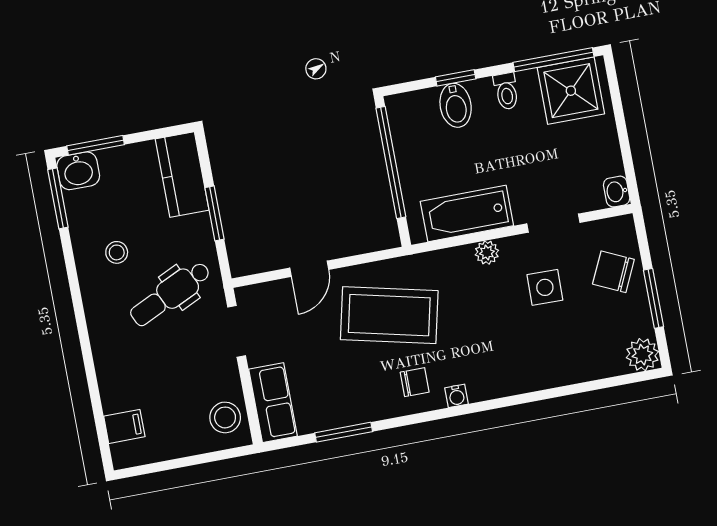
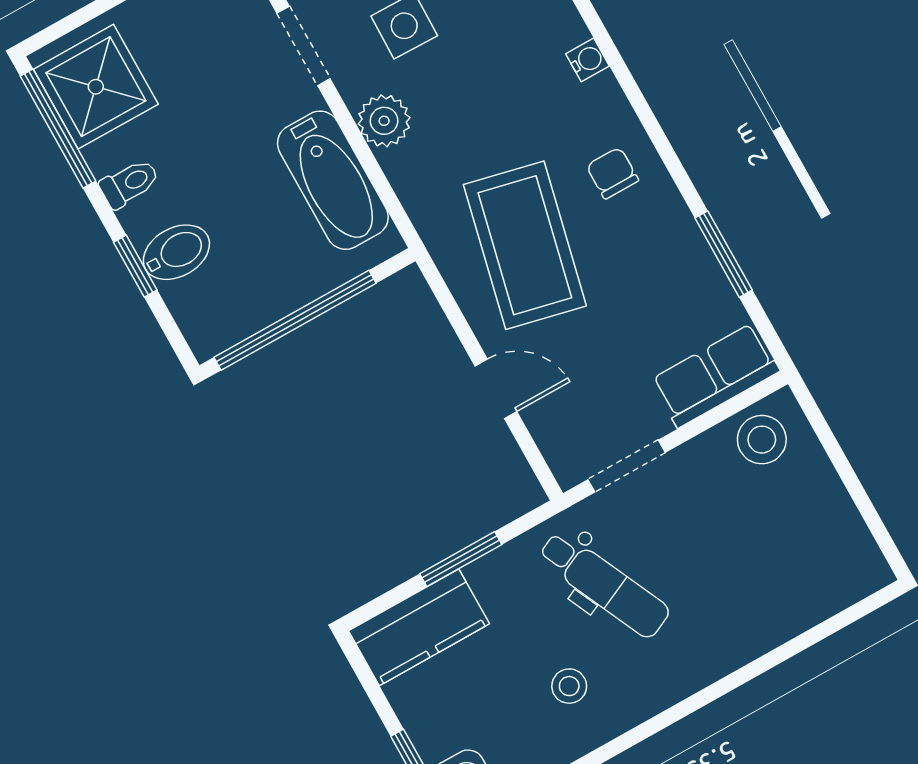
plant: (487, 253) -> (384, 121), width x1.38, depth x1.38
water cooler: (457, 396) -> (588, 60), moved
filing cabinet: (124, 426) -> (827, 586), removed

